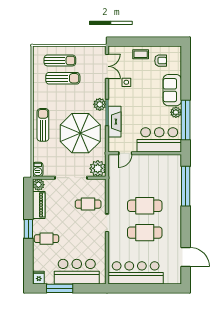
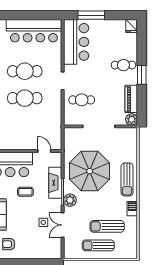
coffee table: (141, 54) -> (25, 192), moved
sun lounger: (60, 60) -> (98, 245), moved
double door: (107, 66) -> (63, 225), moved
door: (125, 153) -> (44, 151), hinge flipped
plant: (98, 168) -> (72, 136), removed
barbecue: (38, 169) -> (132, 209), moved
bar counter: (77, 272) -> (76, 42), moved, turned -90
window: (60, 288) -> (91, 15), moved

